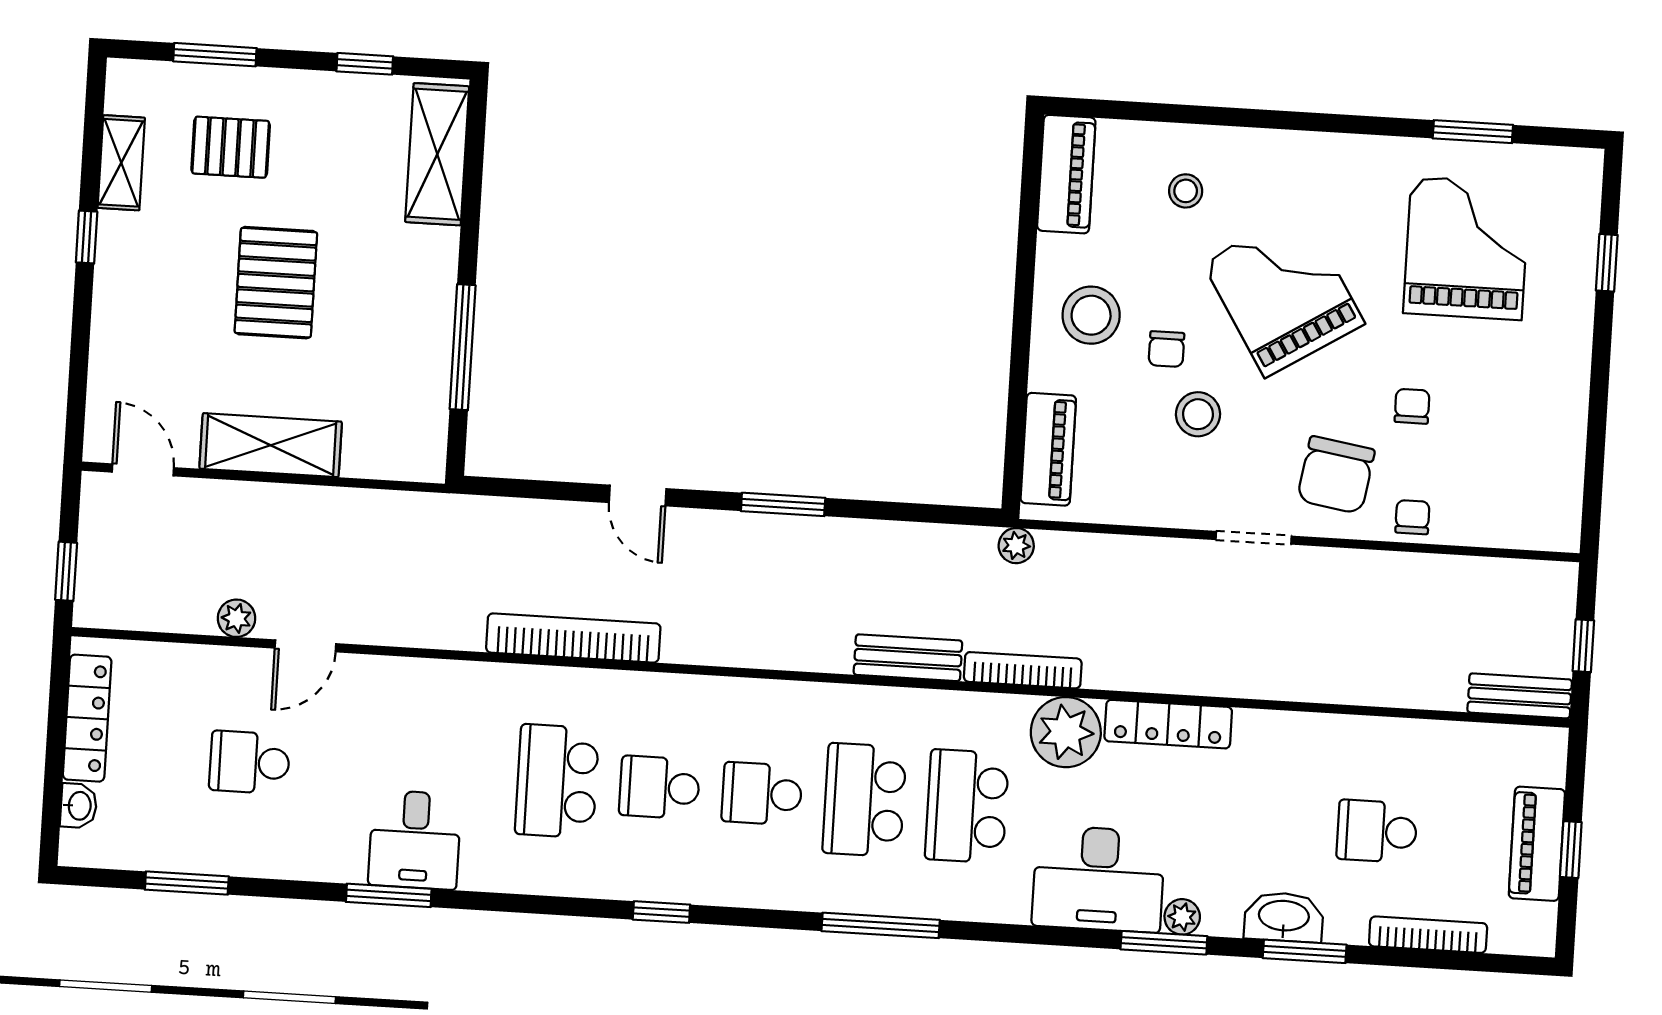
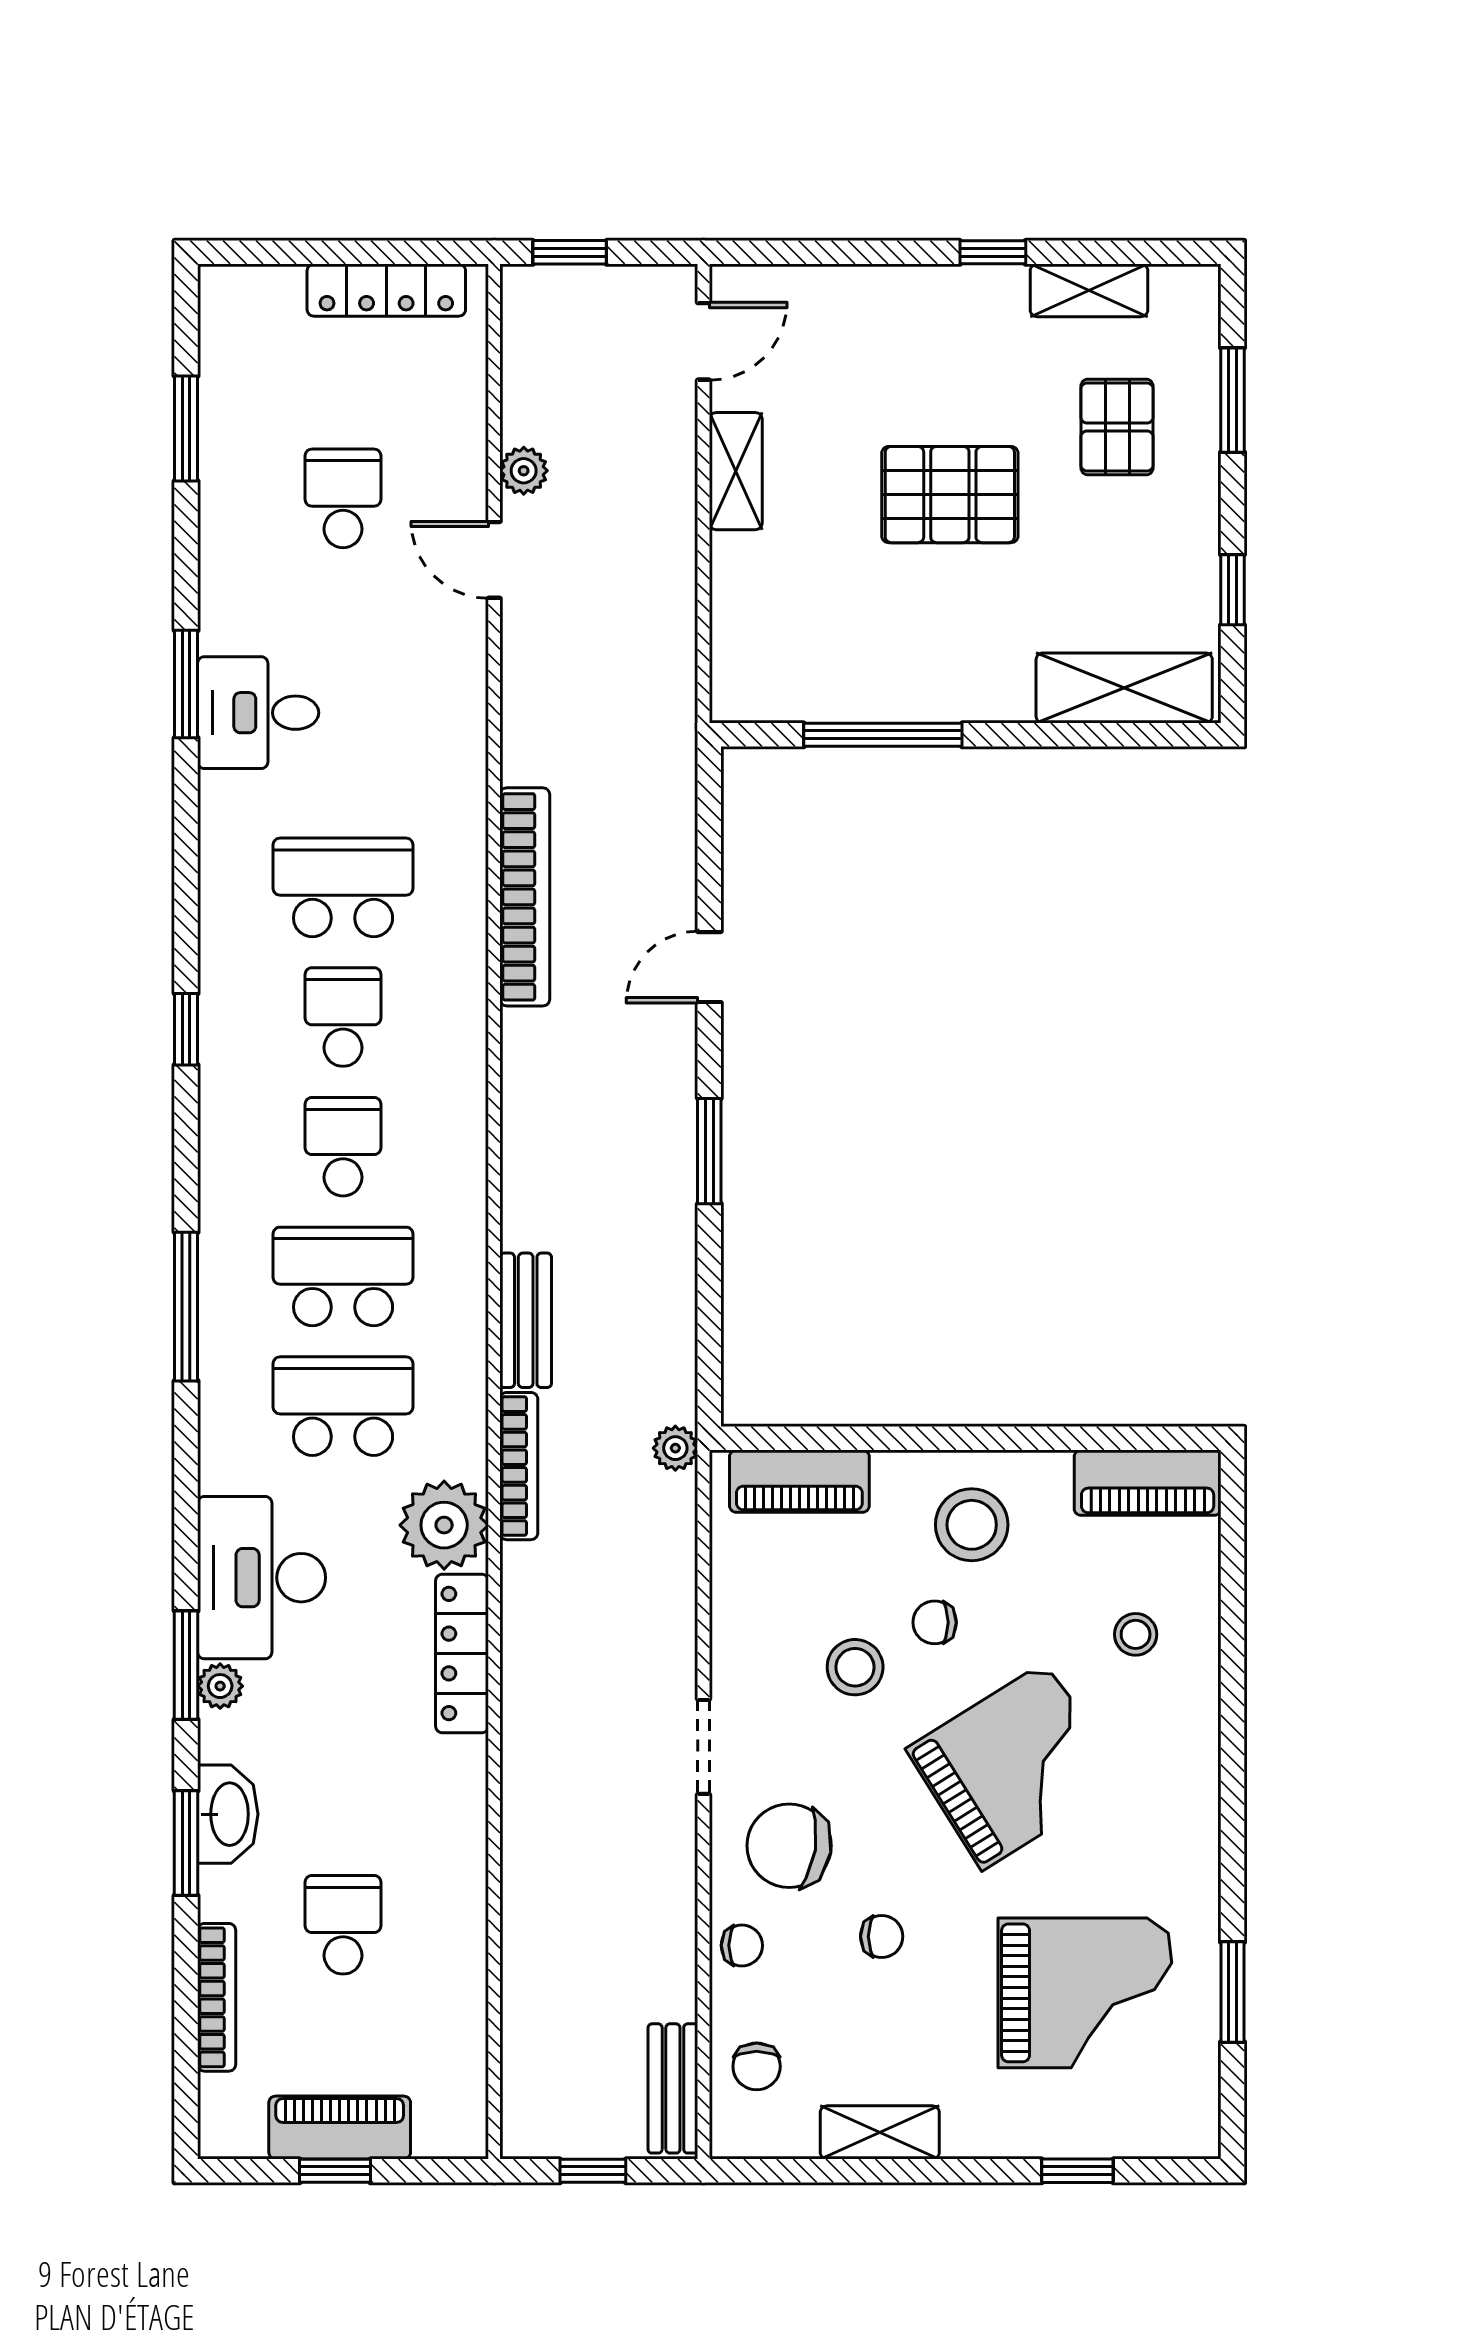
shelving: (1567, 417) -> (880, 2132), added
shelving: (271, 445) -> (736, 471), width x0.67, depth x0.75
chair: (1509, 511) -> (757, 2066), added
bench: (1520, 696) -> (673, 2088), moved
washbasin: (79, 806) -> (275, 286), removed

